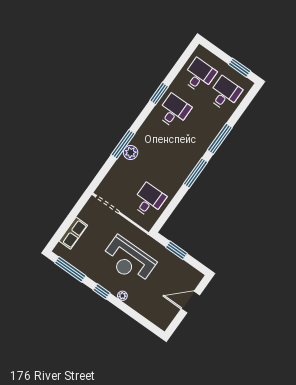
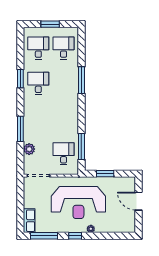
window: (240, 68) -> (50, 24), moved
plant: (131, 152) -> (29, 149), moved
window: (195, 173) -> (81, 146), moved
row of seats: (73, 233) -> (29, 221), moved
reception desk: (129, 260) -> (78, 203), width x1.36, depth x1.30
door: (190, 302) -> (138, 201), hinge flipped

